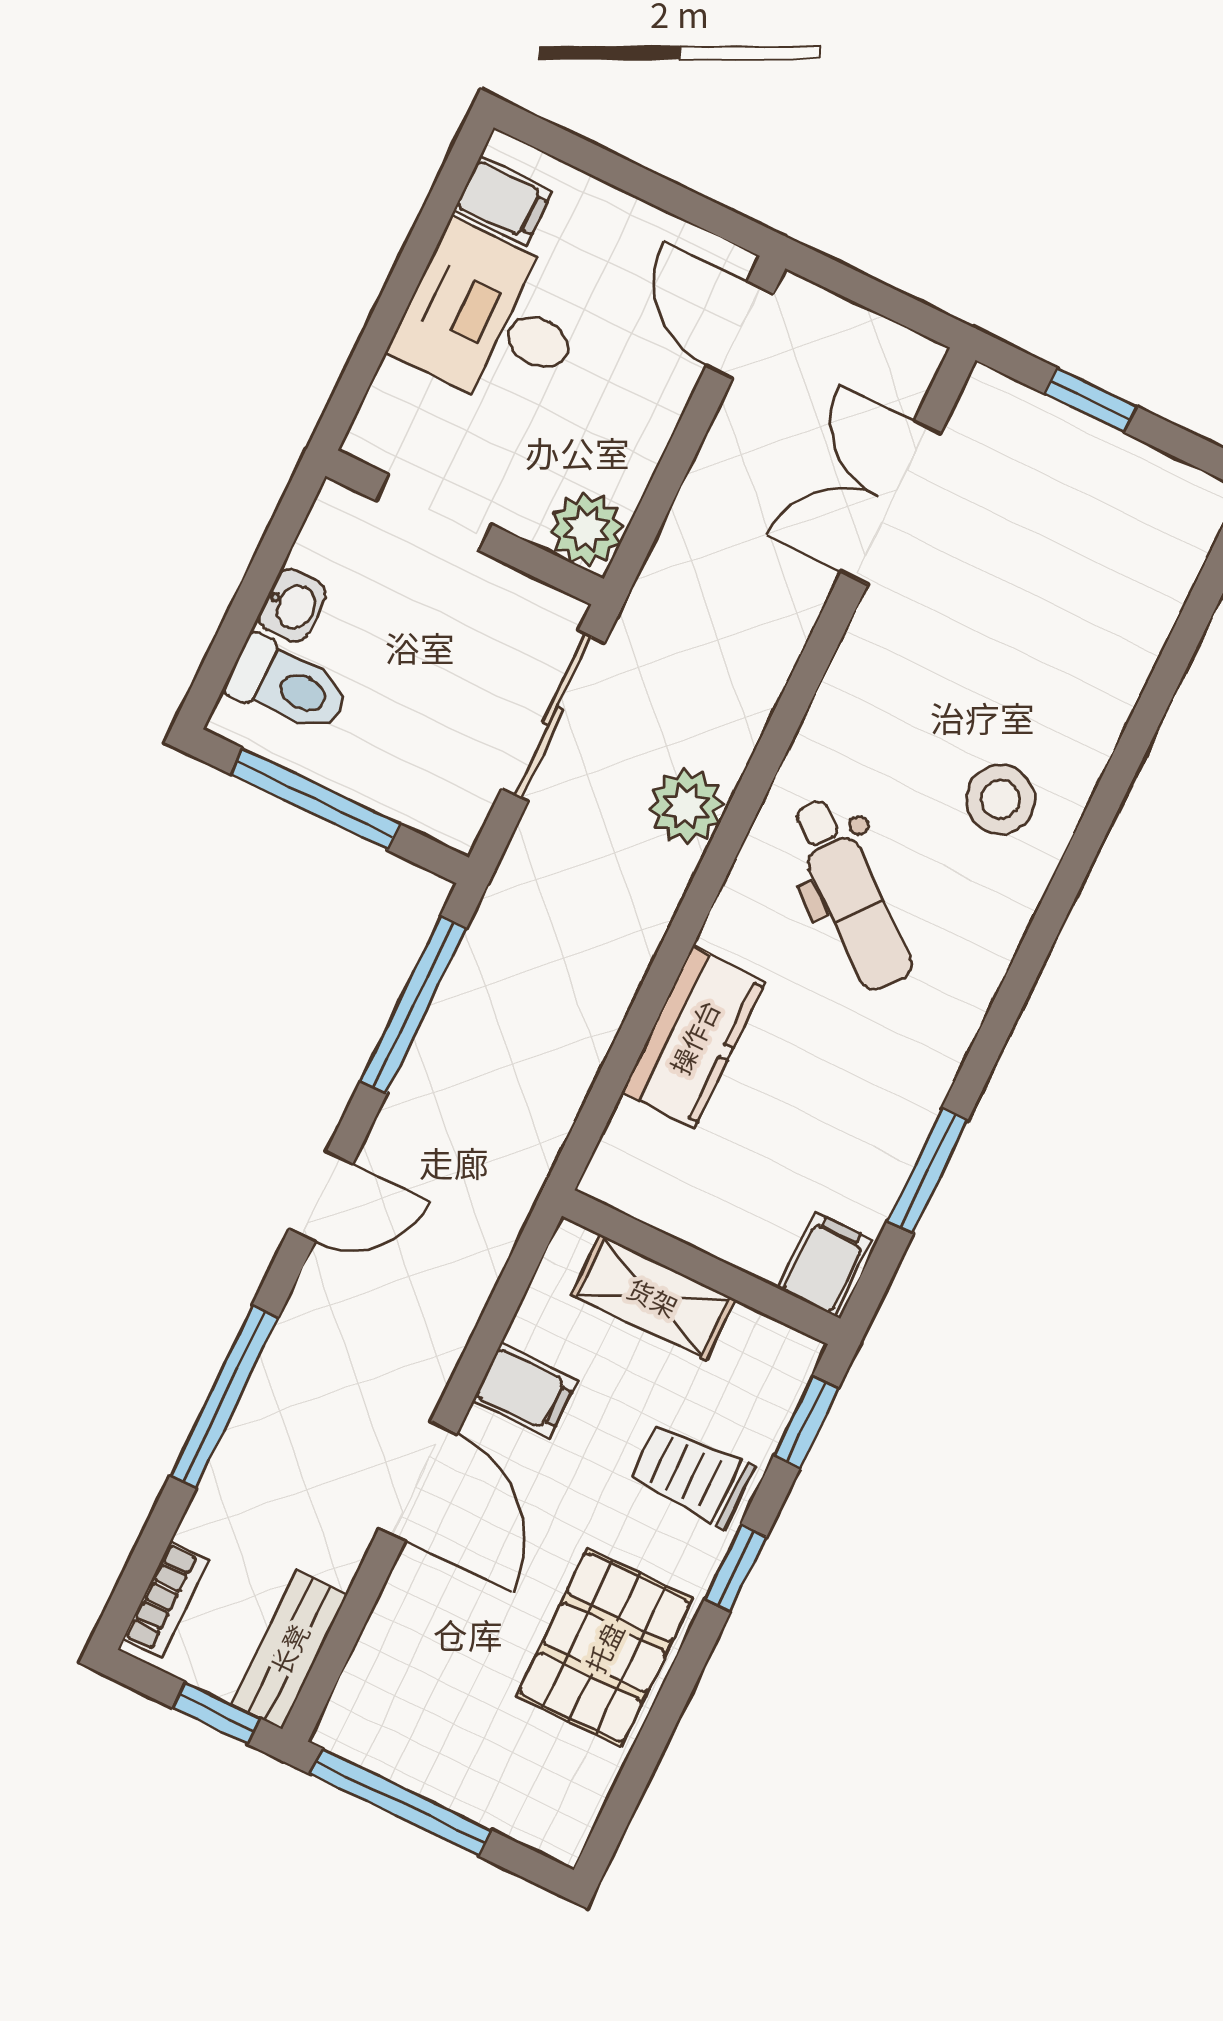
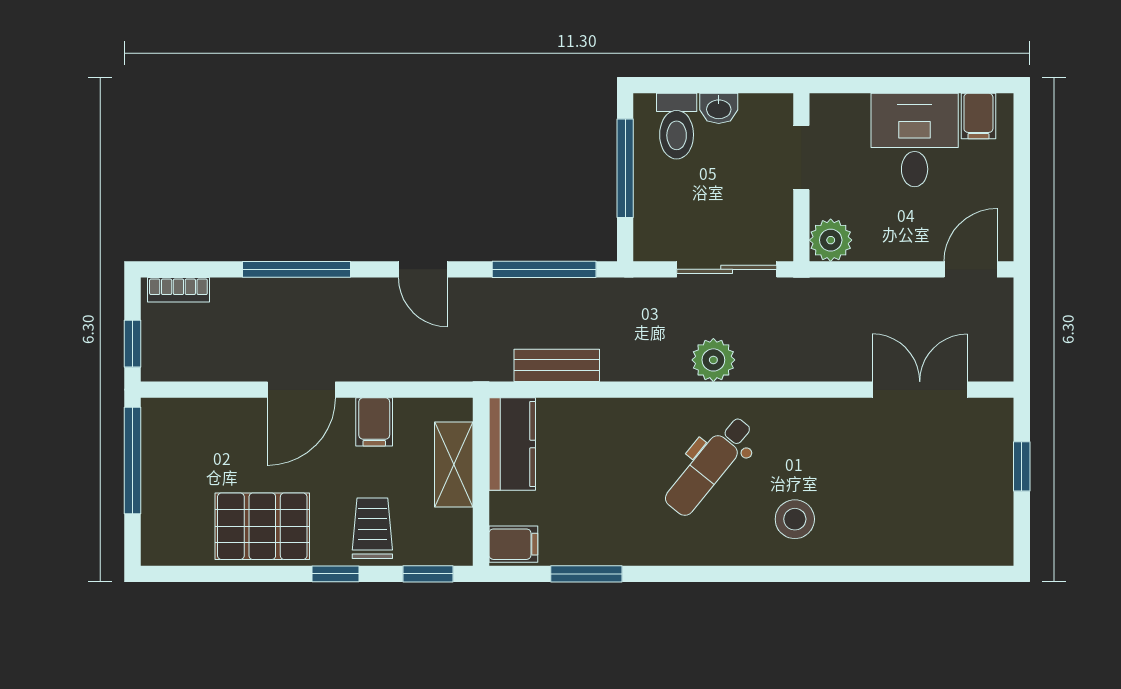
kitchen counter: (694, 1037) -> (512, 444), moved, turned -90
bench: (289, 1649) -> (557, 365), moved

